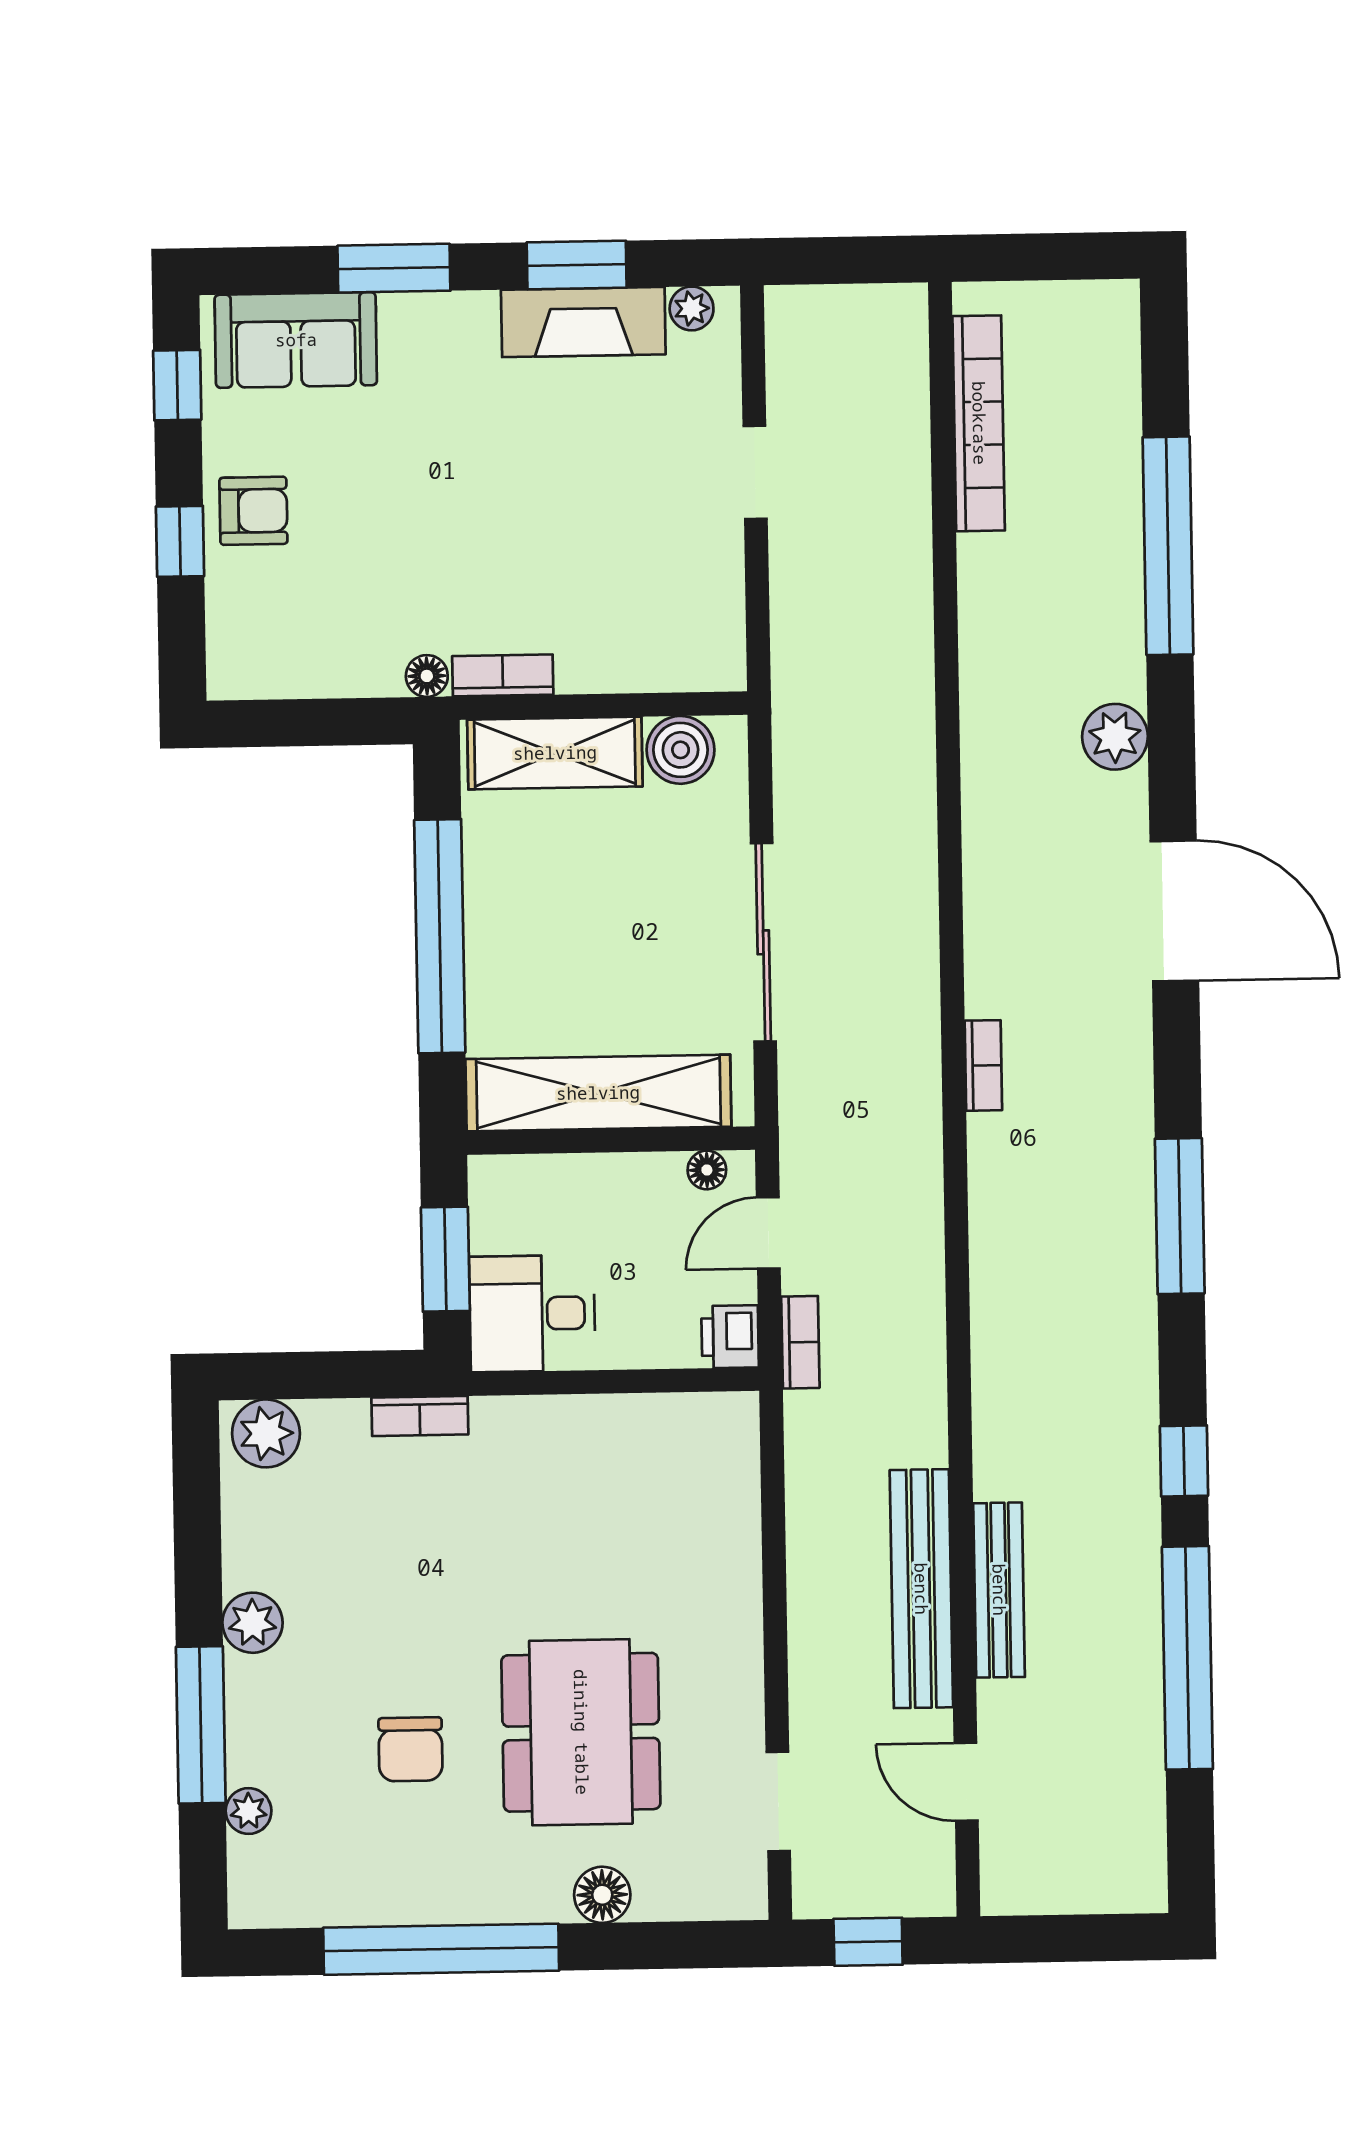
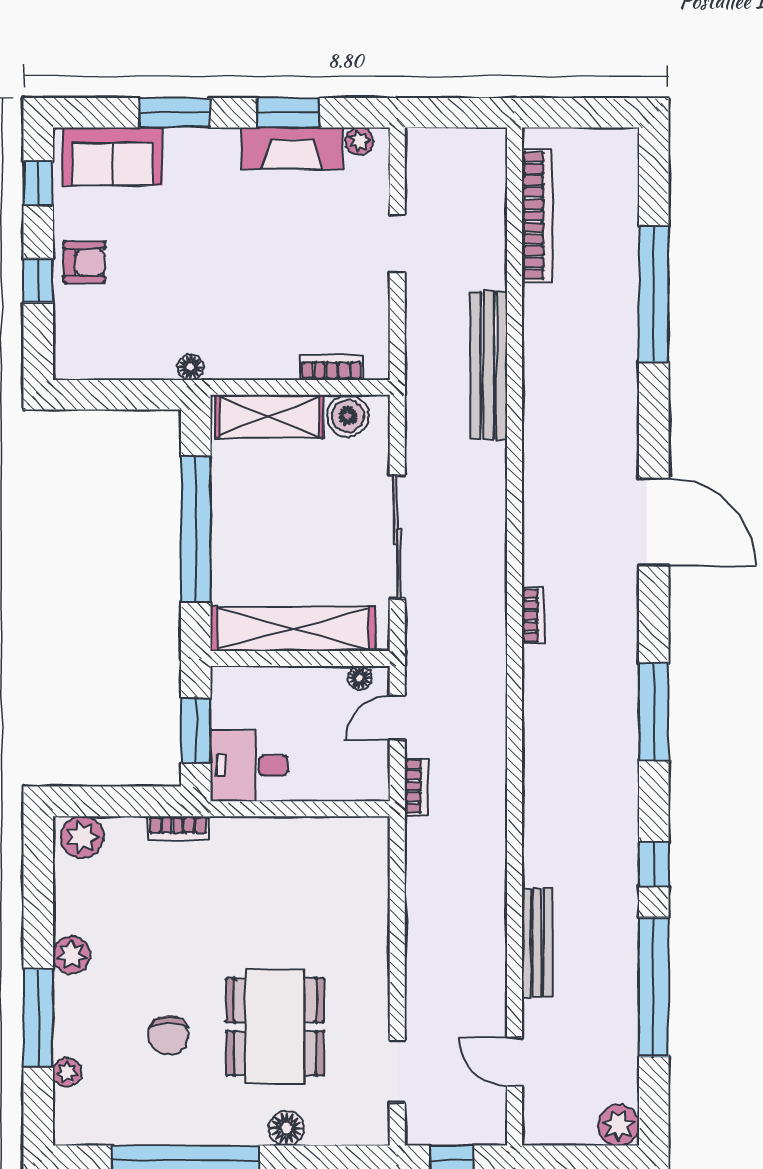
bookcase: (503, 675) -> (332, 368), moved
plant: (1115, 737) -> (619, 1125), moved
printer: (730, 1337) -> (372, 782), removed
bench: (921, 1589) -> (489, 365), moved

